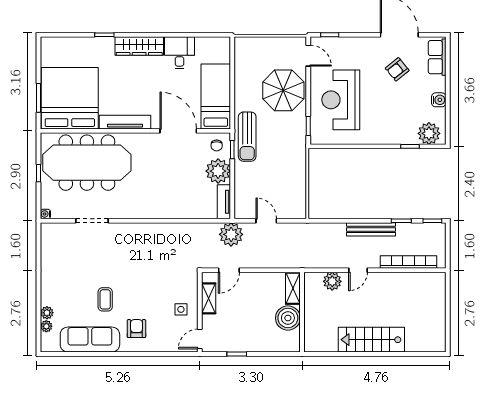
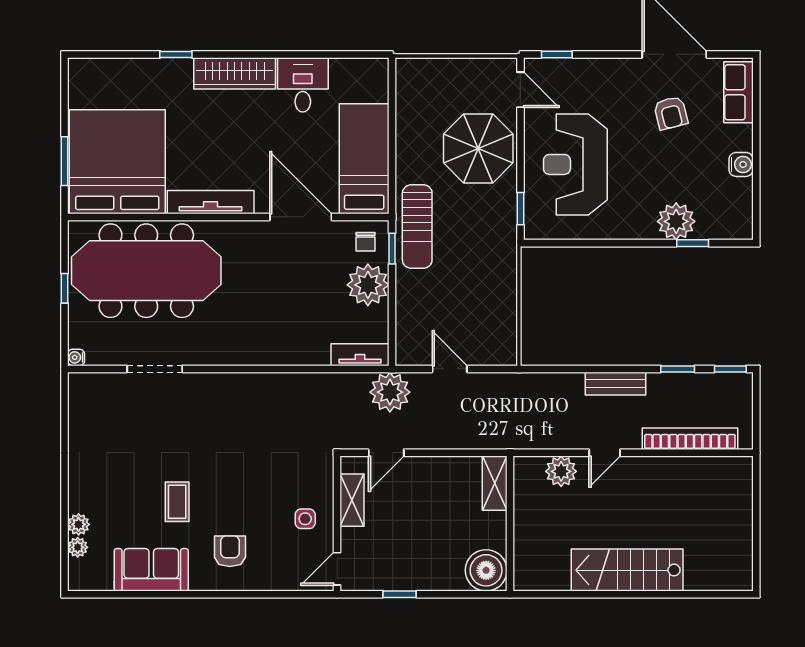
armchair: (397, 69) -> (671, 113), turned -65
plant: (429, 133) -> (676, 221), moved
tv unit: (224, 202) -> (360, 355), moved, turned 90
bench: (371, 229) -> (616, 384), width x0.73
boiler: (288, 318) -> (486, 570), moved
sofa: (90, 340) -> (151, 570), width x0.73

